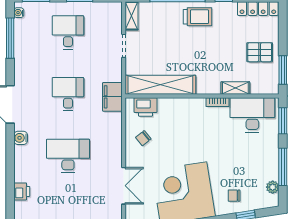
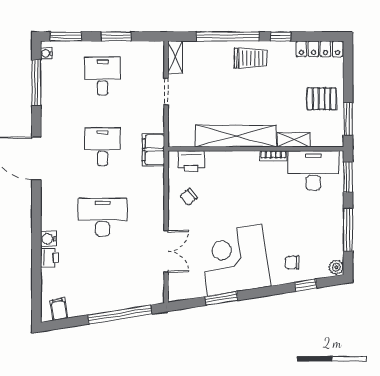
shelving: (160, 85) -> (236, 136), moved
water cooler: (21, 138) -> (48, 239), moved
plant: (273, 187) -> (336, 267), moved

